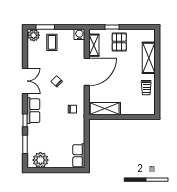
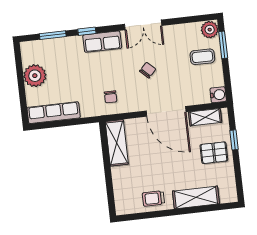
row of seats: (79, 156) -> (54, 113), width x1.48
plant: (40, 160) -> (35, 76), moved

